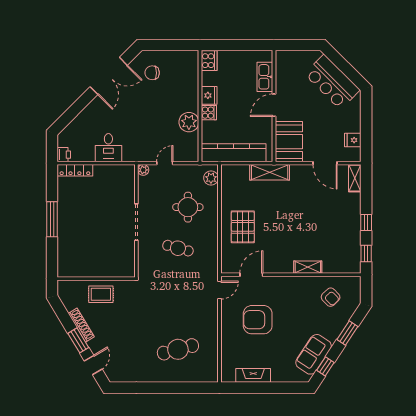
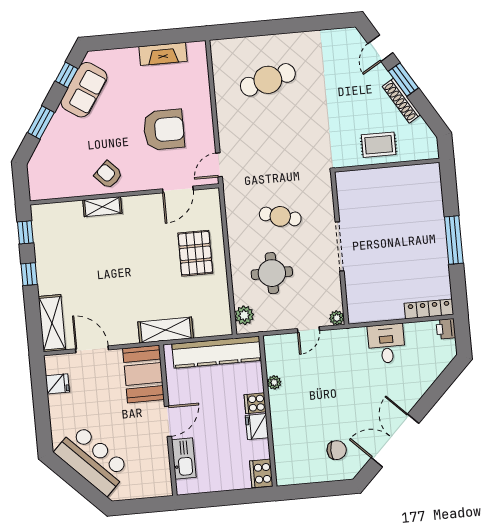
plant: (189, 122) -> (274, 382), width x0.53, depth x0.53
shelving: (355, 178) -> (52, 323), width x1.50, depth x1.33
armchair: (331, 297) -> (108, 175), moved

